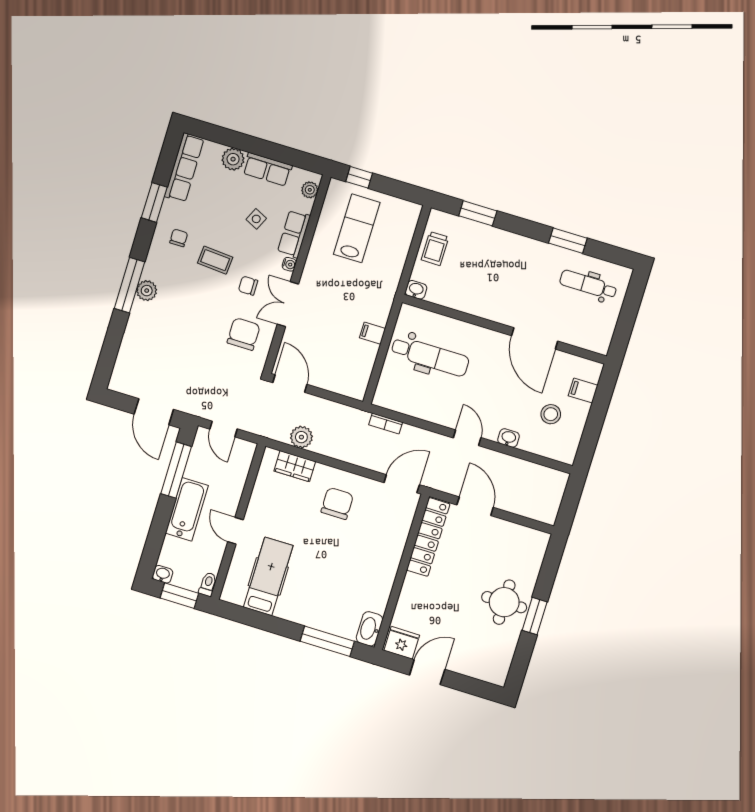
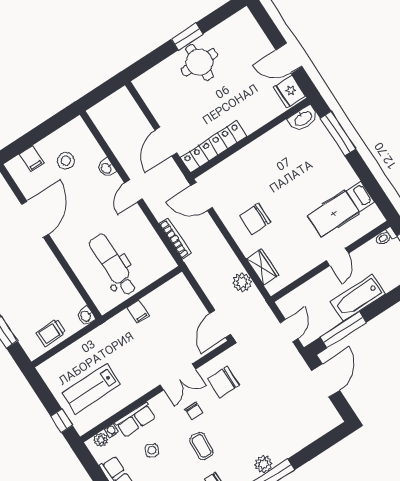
trolley: (435, 249) -> (51, 333), turned 180
water cooler: (289, 264) -> (112, 431), moved
bookcase: (386, 424) -> (175, 239), width x1.56

